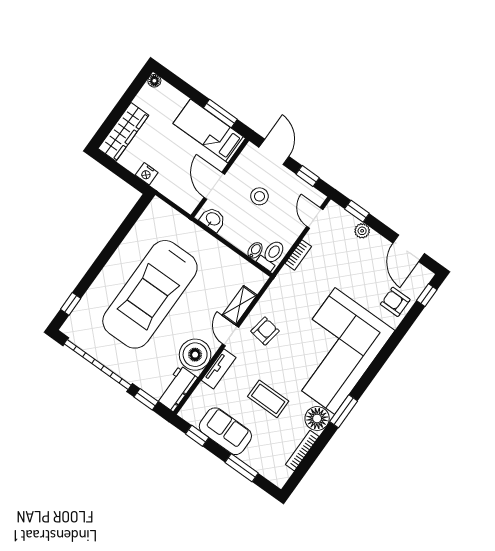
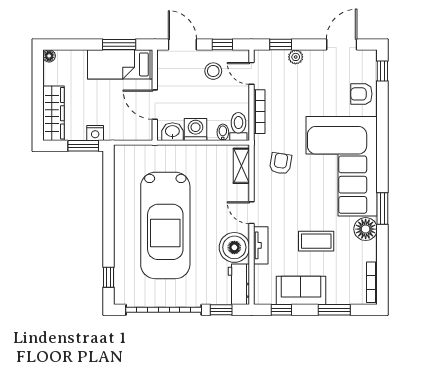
window: (129, 177) -> (83, 146), added
stool: (259, 196) -> (213, 71), moved
washing machine: (234, 231) -> (196, 129), added
door: (409, 248) -> (342, 45), swing flipped
bookcase: (298, 255) -> (259, 112), width x1.56
shelving: (240, 305) -> (241, 166), moved
armchair: (265, 331) -> (280, 163), moved
bookcase: (302, 451) -> (372, 282), moved

